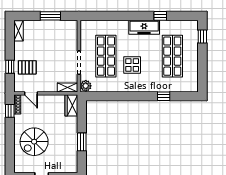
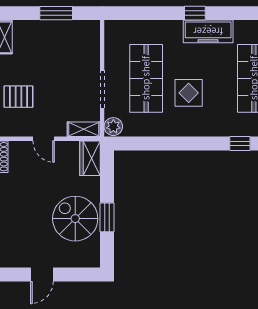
window: (160, 16) -> (195, 13), moved
door: (31, 93) -> (44, 139), moved
spiral stairs: (34, 142) -> (75, 219), moved, turned 90

